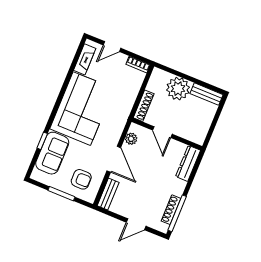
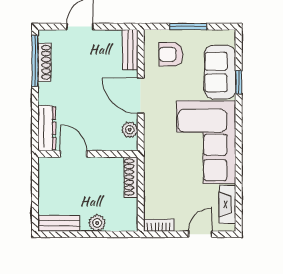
plant: (178, 89) -> (97, 223), width x0.53, depth x0.53
door: (162, 132) -> (74, 154), moved

